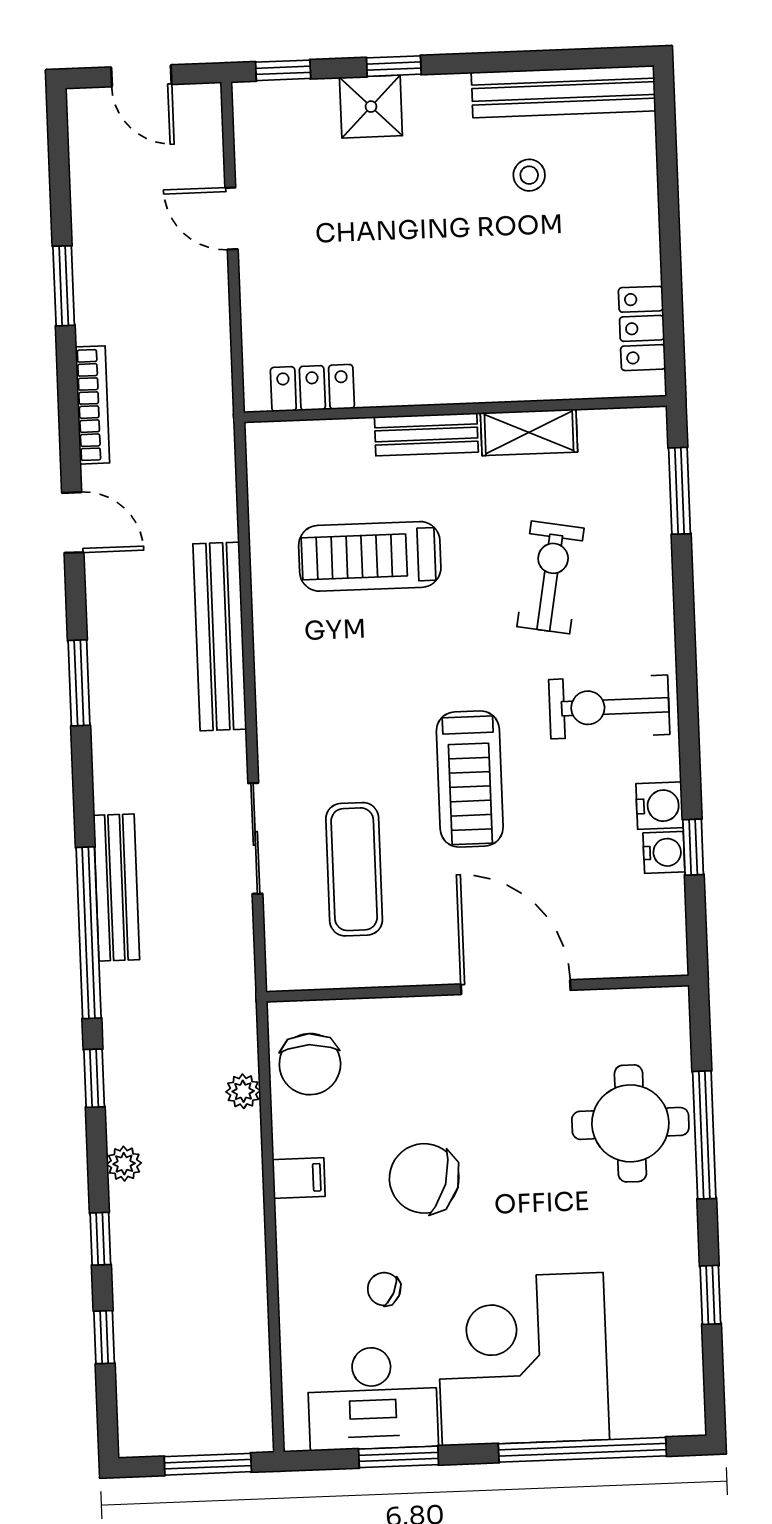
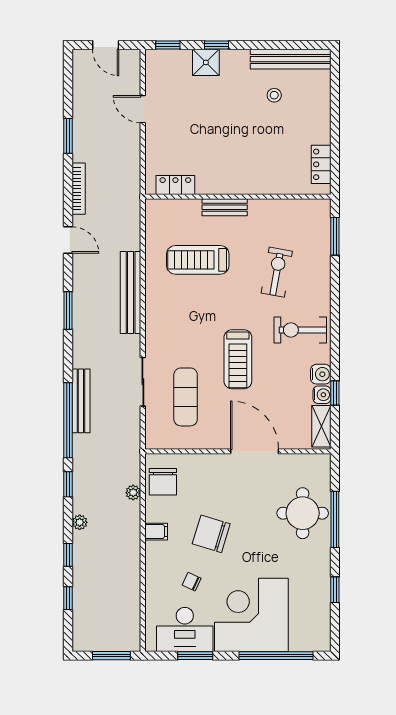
shelving: (529, 432) -> (321, 426), moved, turned 90

